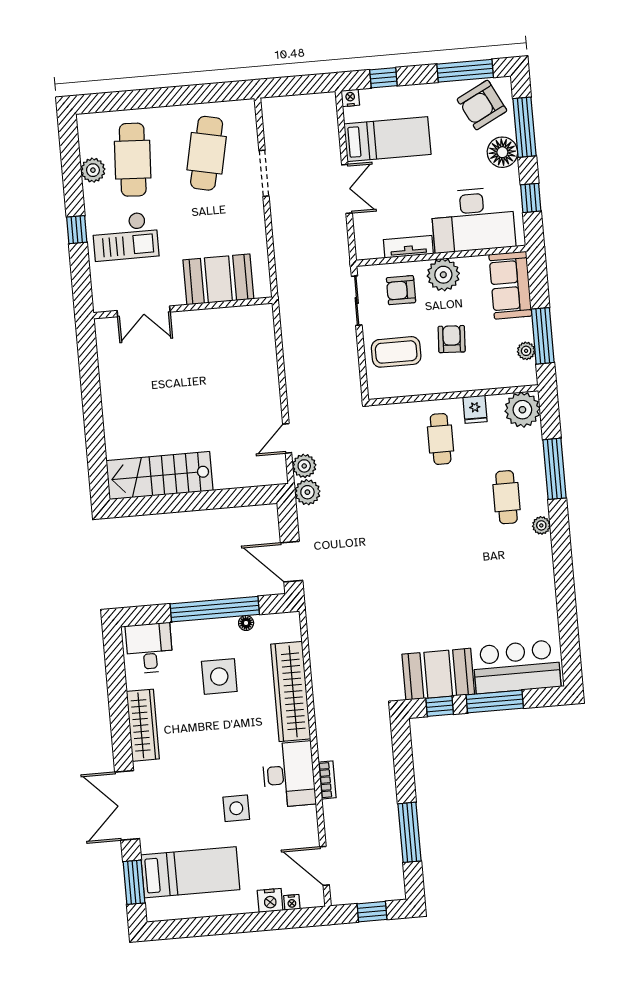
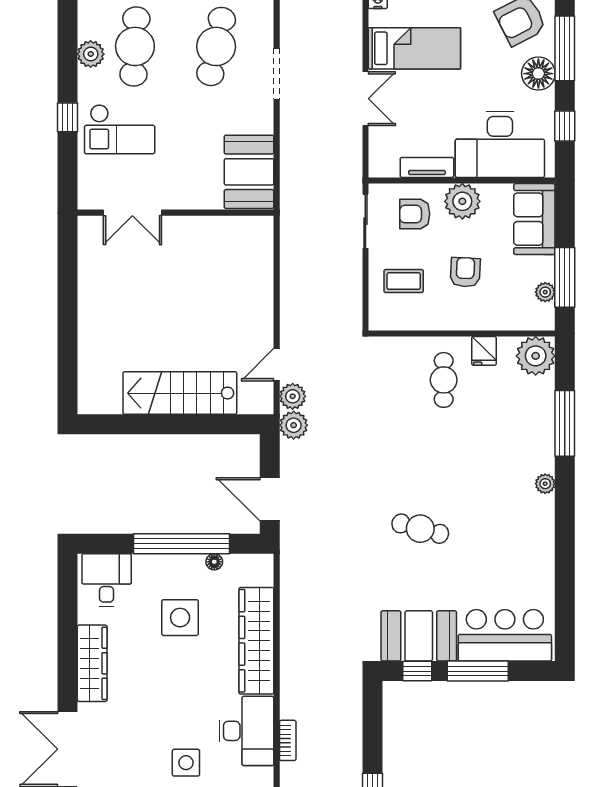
booth: (218, 279) -> (249, 172), moved, turned 90
coffee table: (396, 352) -> (404, 281), width x0.73, depth x0.77
stairs: (160, 476) -> (180, 393), moved
cafe table: (506, 497) -> (420, 529), moved, turned -75

